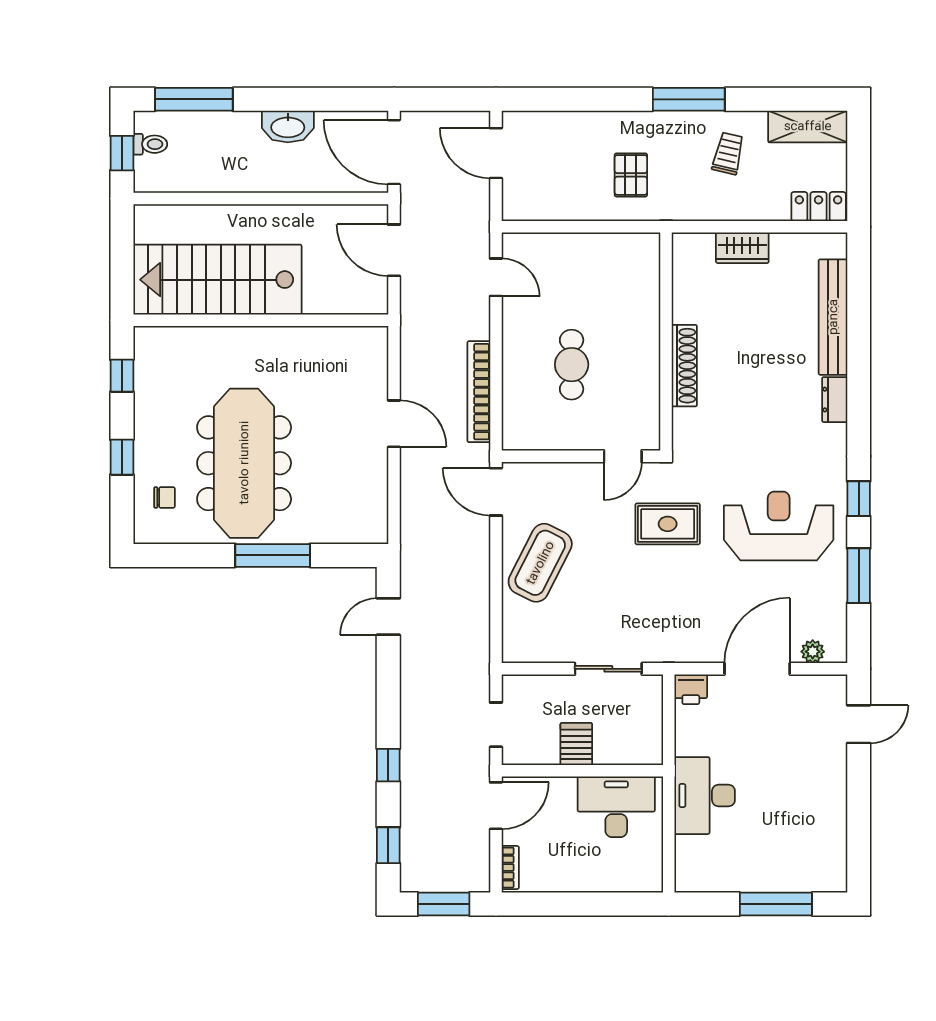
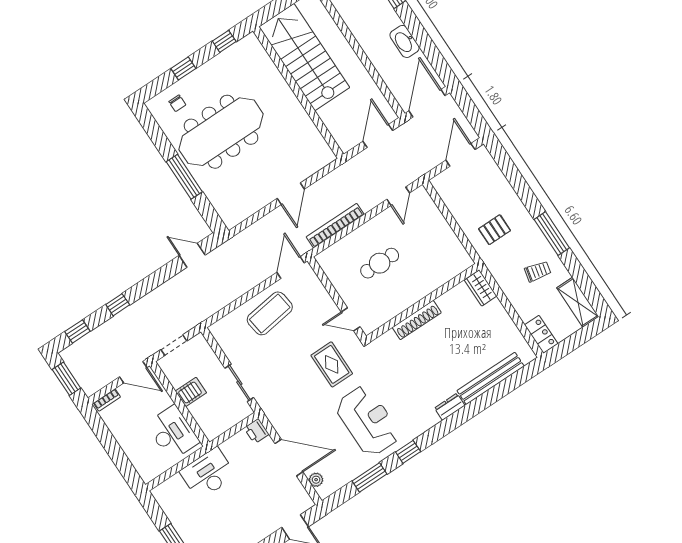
wardrobe: (742, 248) -> (481, 288), moved
coffee table: (540, 563) -> (270, 313), turned -35

